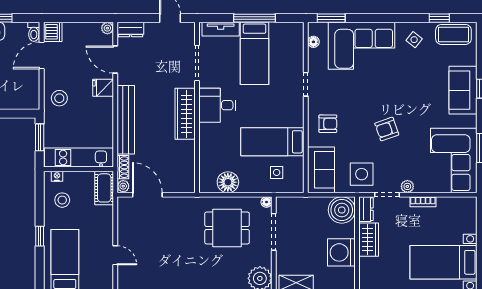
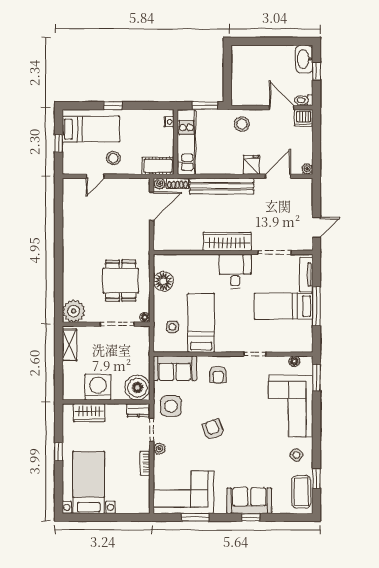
dresser: (130, 30) -> (306, 190), removed
stool: (62, 200) -> (113, 158), moved
wardrobe: (369, 240) -> (89, 413), moved

